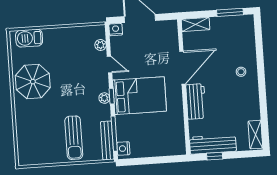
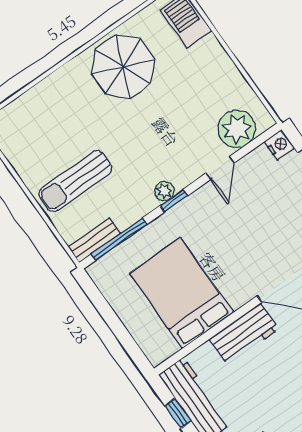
plant: (101, 45) -> (237, 129), width x1.88, depth x1.88
bed: (140, 96) -> (181, 293), moved, turned 180
bench: (107, 141) -> (94, 240), width x0.73
nightstand: (123, 149) -> (105, 267), removed

